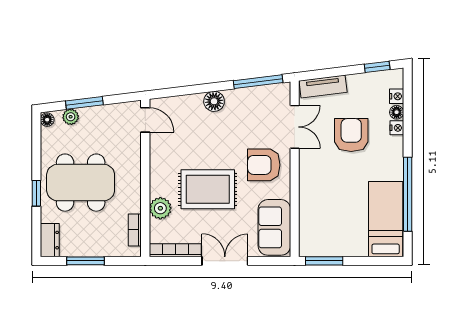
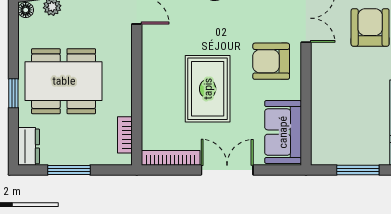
rug: (208, 189) -> (208, 89), turned 90
plant: (160, 208) -> (154, 110), removed
window: (324, 261) -> (358, 170), moved

